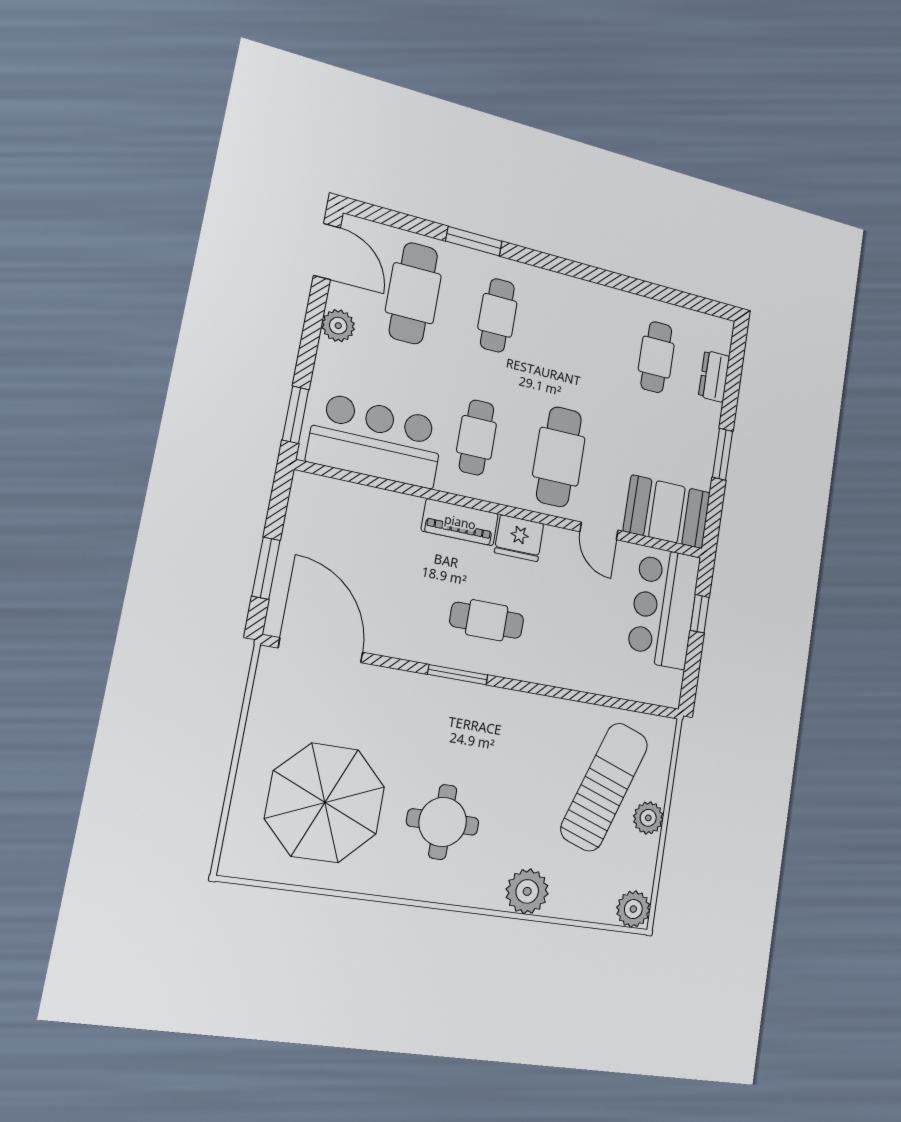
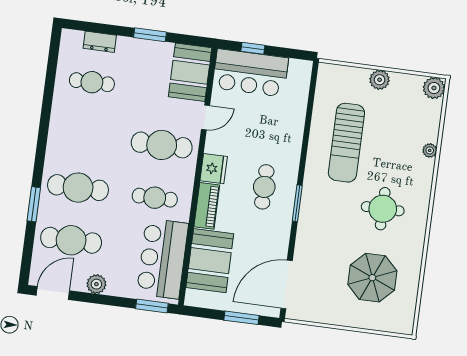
cafe table: (497, 315) -> (78, 188), width x1.37, depth x1.35
booth: (369, 520) -> (210, 261), added
sun lounger: (604, 787) -> (346, 143), moved, turned -109
parasol: (325, 803) -> (372, 278), width x0.73, depth x0.73
plant: (527, 891) -> (430, 150), width x0.53, depth x0.53

